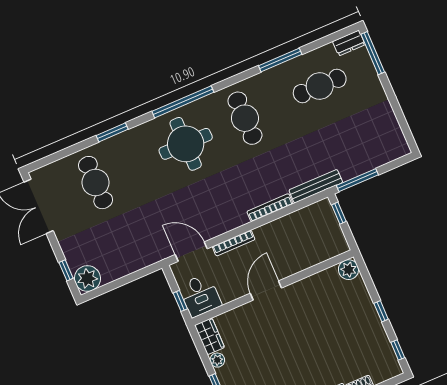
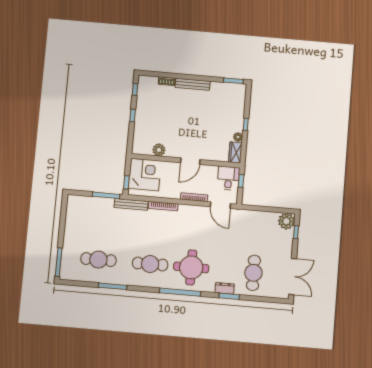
dresser: (349, 43) -> (225, 288), moved
cafe table: (245, 118) -> (150, 264), turned 90
corner desk: (319, 238) -> (145, 175), added
plant: (348, 270) -> (159, 150), moved

